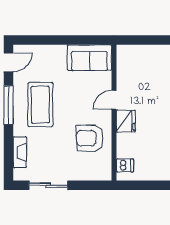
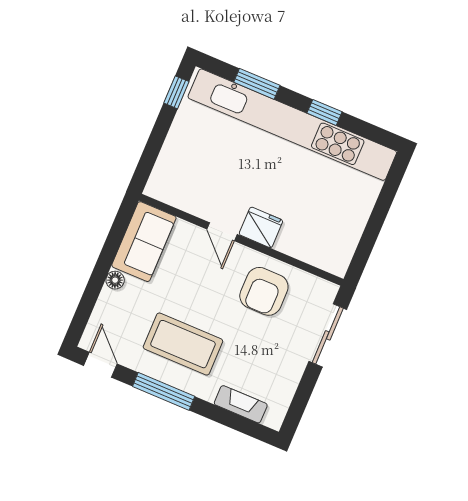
floor lamp: (60, 50) -> (115, 280), added
dishwasher: (125, 165) -> (326, 257), removed
sliding door: (48, 185) -> (328, 335), moved

